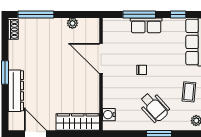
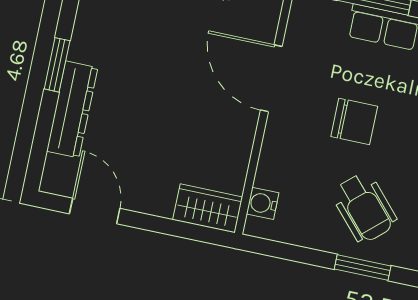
chair: (142, 70) -> (354, 121), width x1.87, depth x1.87
wardrobe: (78, 122) -> (208, 208), width x0.67

